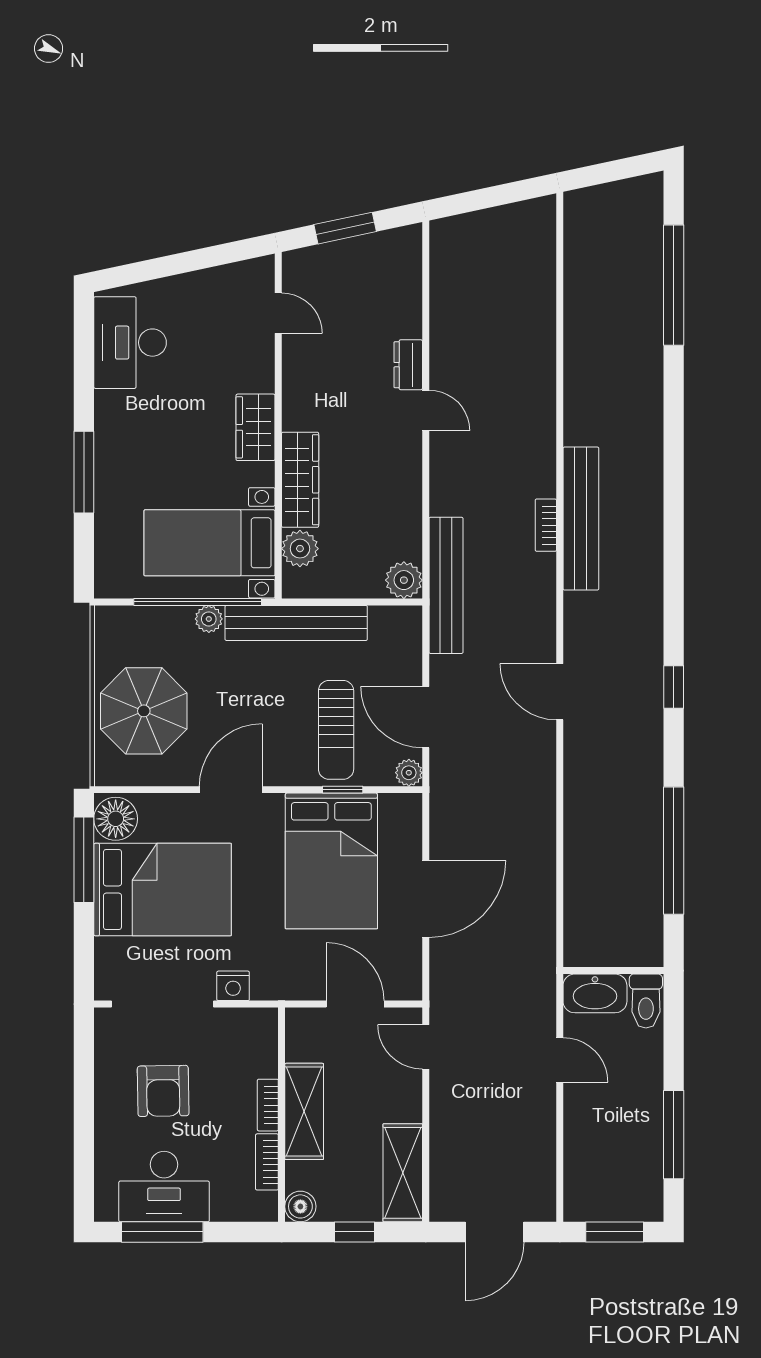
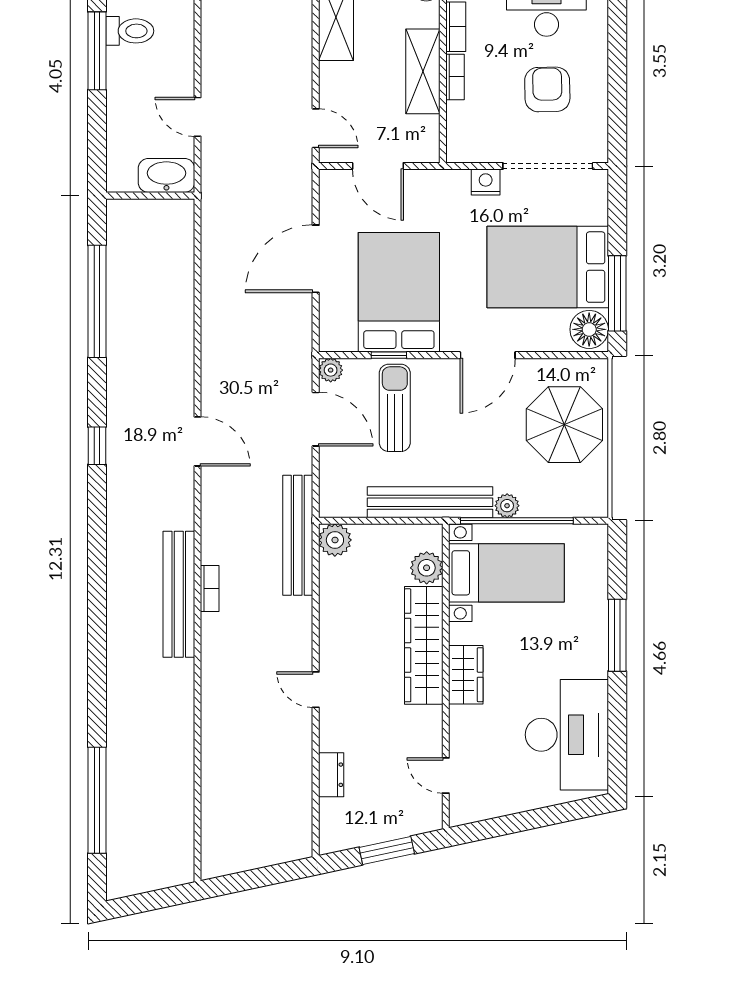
desk: (130, 343) -> (567, 735), width x1.36, depth x1.30
dresser: (408, 365) -> (331, 775), moved
wardrobe: (300, 480) -> (424, 645), width x1.40, depth x1.17
toilet: (646, 1001) -> (130, 31), moved, turned 90

